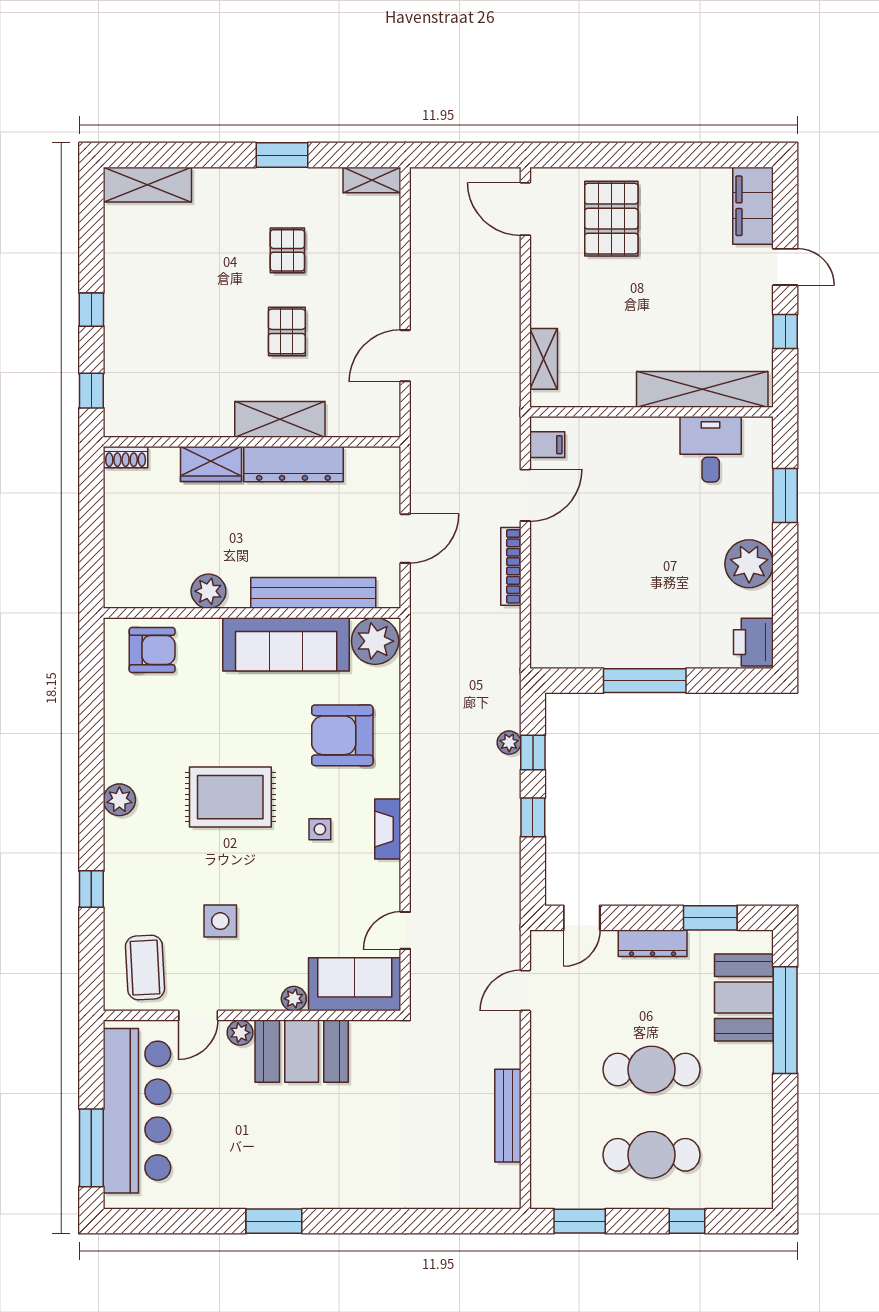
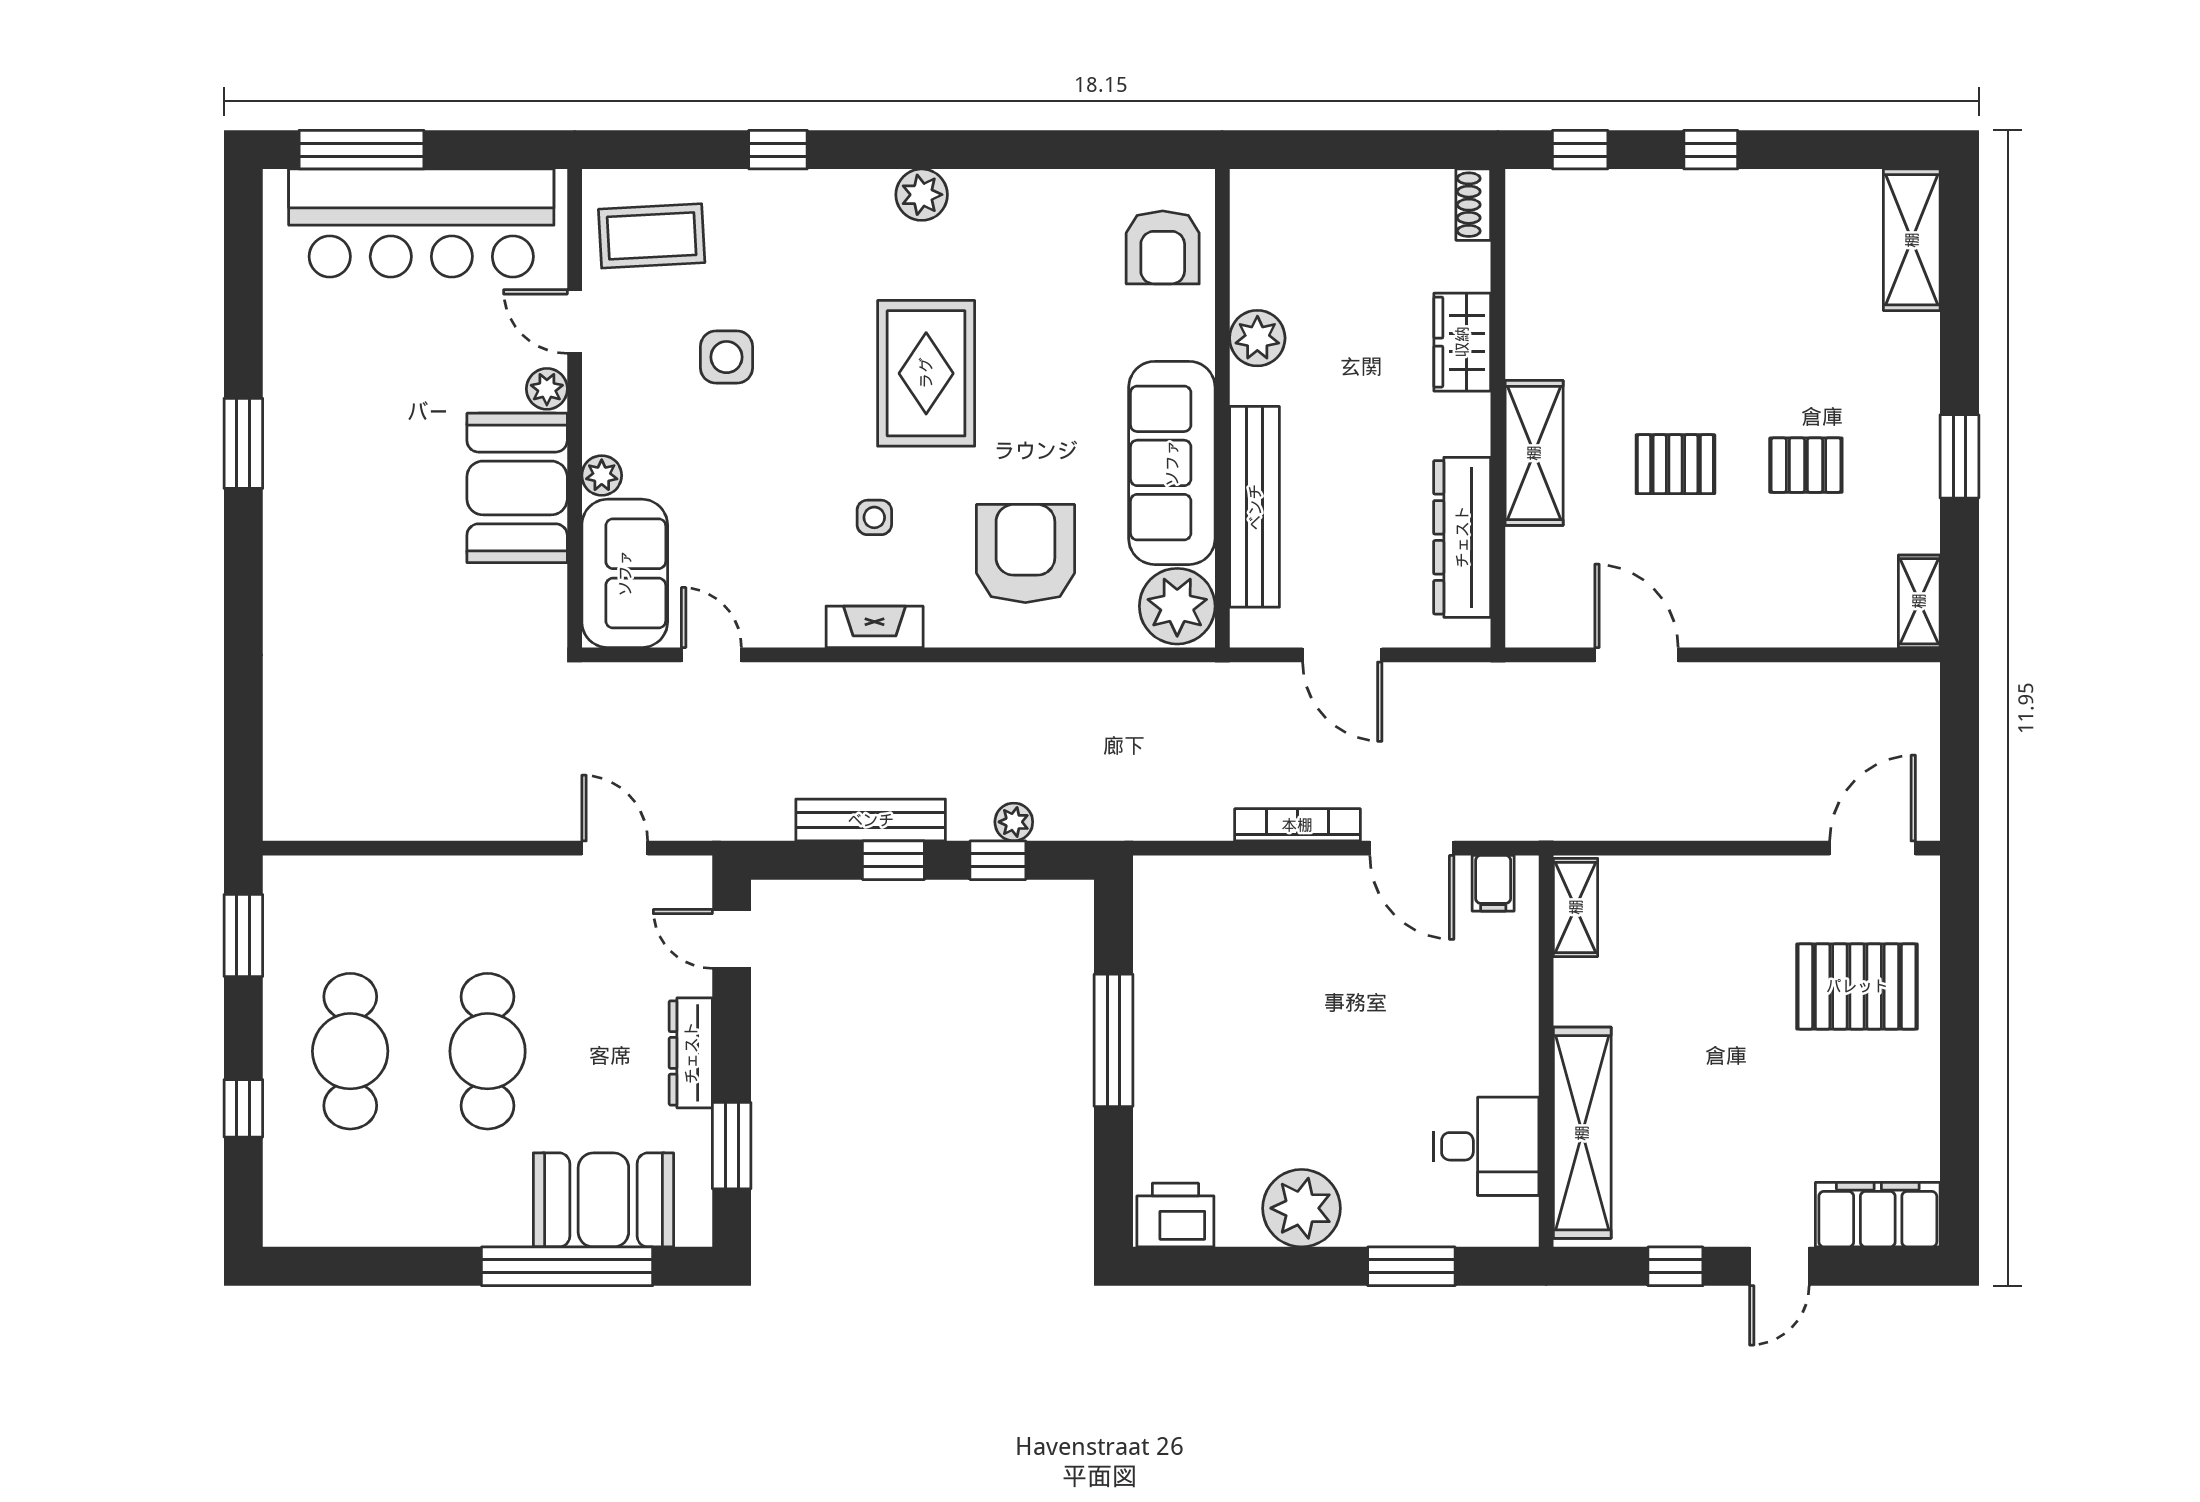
shelving: (544, 359) -> (1576, 907), moved, turned 90
dresser: (293, 464) -> (1462, 537), moved
bench: (508, 1116) -> (871, 820), moved

